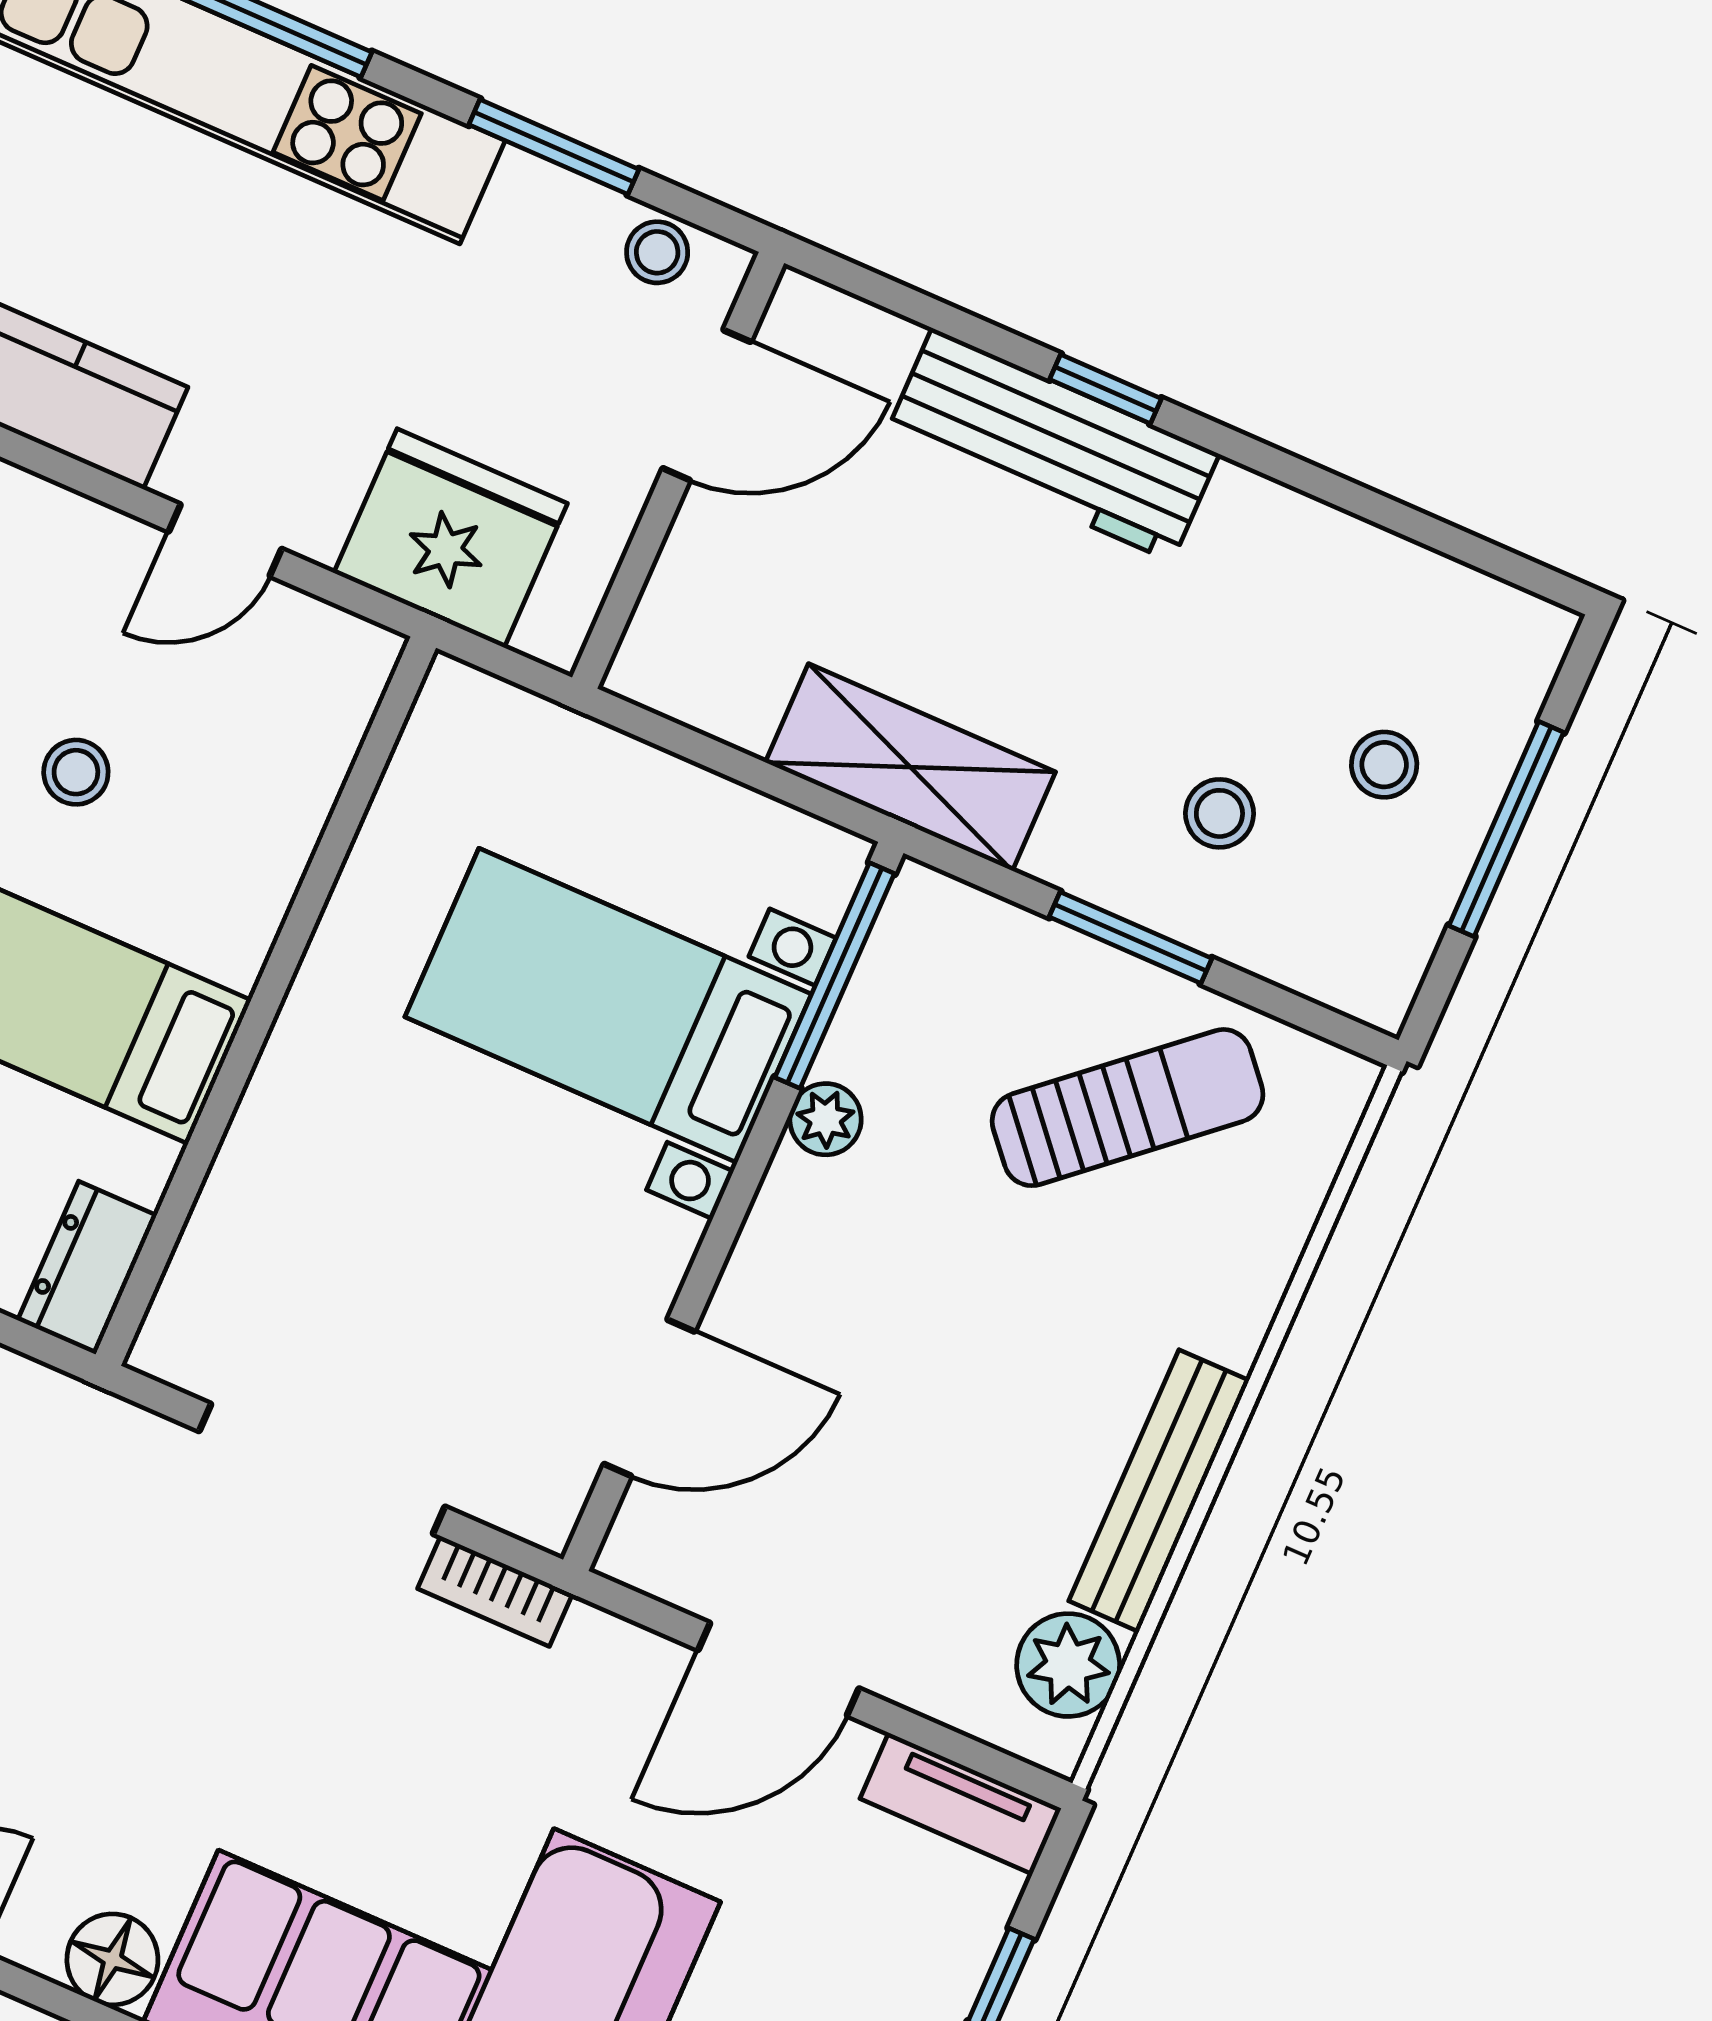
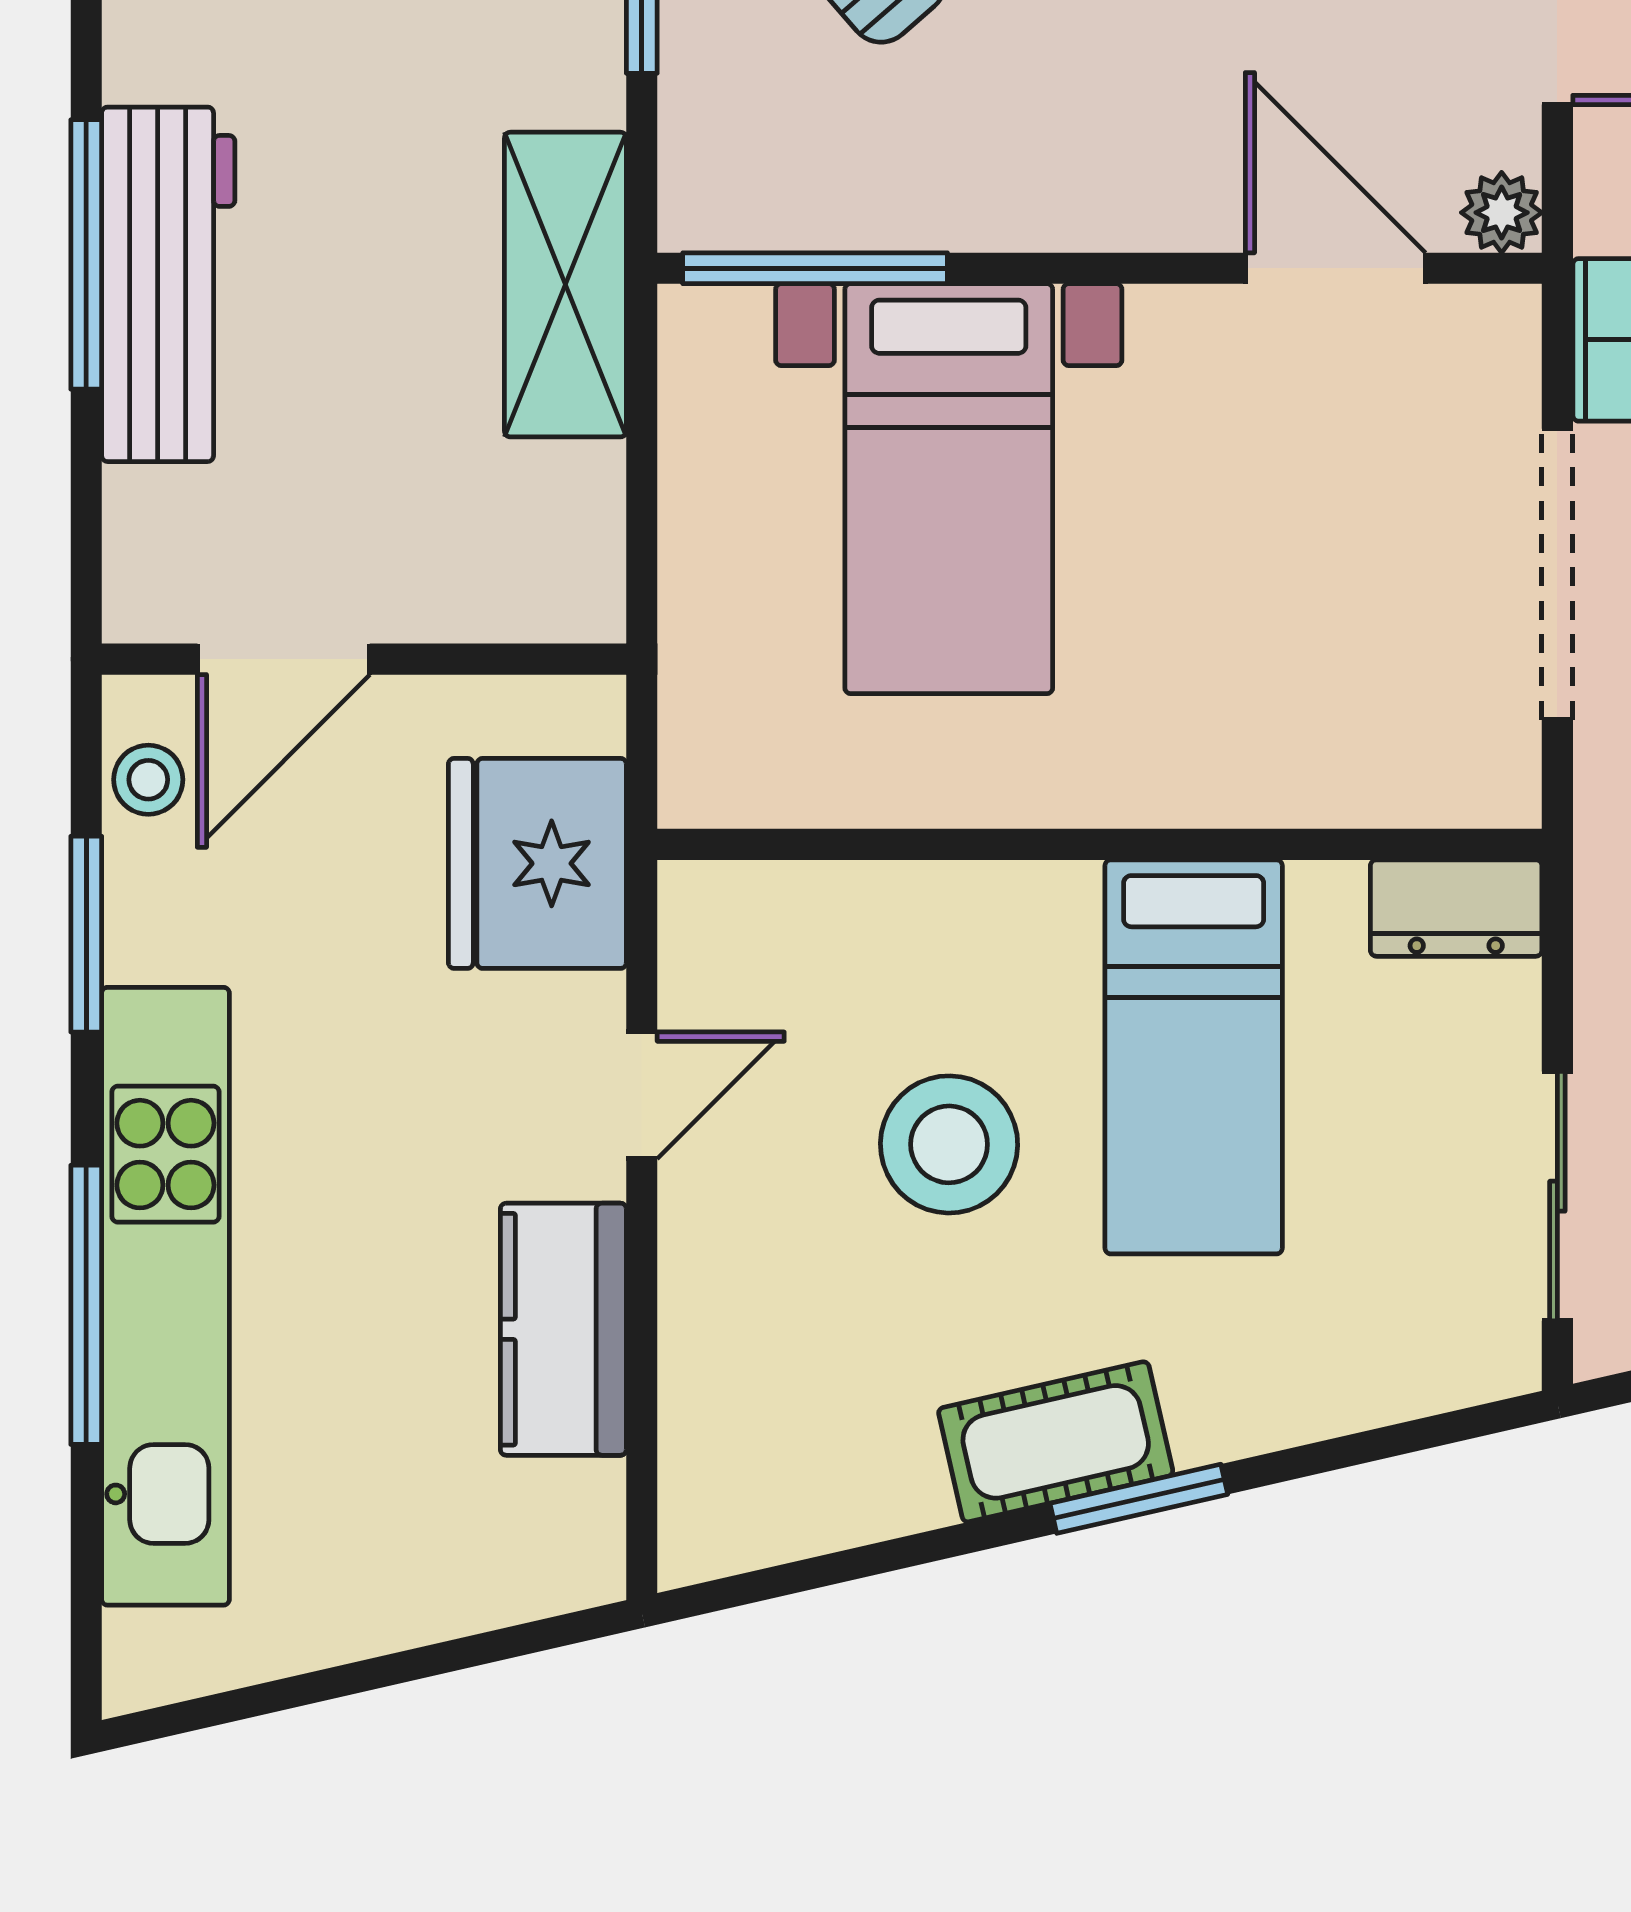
window: (1105, 389) -> (86, 254), width x2.17
door: (707, 405) -> (284, 659), swing flipped
door: (225, 540) -> (642, 1095), hinge flipped
stool: (76, 772) -> (949, 1144), width x1.89, depth x1.89
plant: (826, 1119) -> (1502, 213), moved

